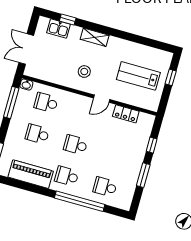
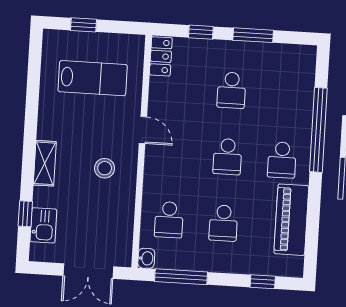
lab bench: (138, 76) -> (93, 78), turned -90
locker: (126, 114) -> (161, 56), moved
school desk: (105, 187) -> (231, 90), moved

